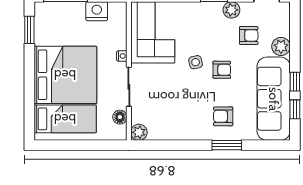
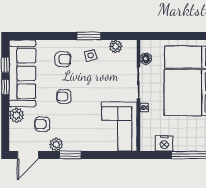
side table: (196, 62) -> (91, 55), moved
plant: (139, 132) -> (116, 46), moved
window: (227, 145) -> (89, 36), moved

